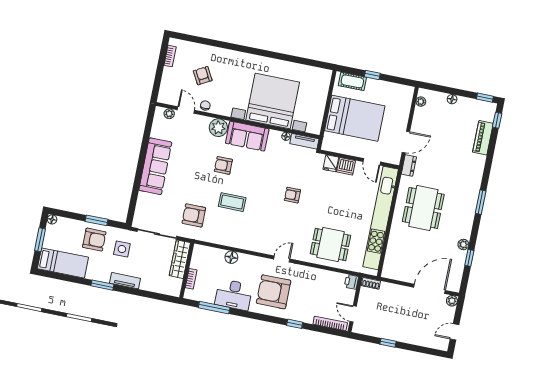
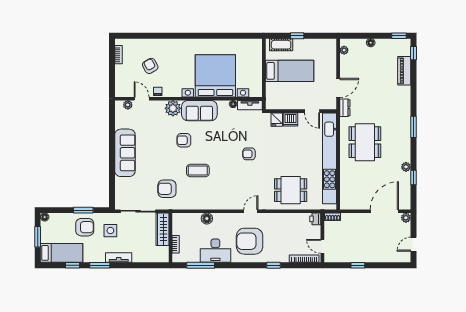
bed: (355, 118) -> (290, 71), width x0.67
window: (72, 279) -> (73, 265), added

